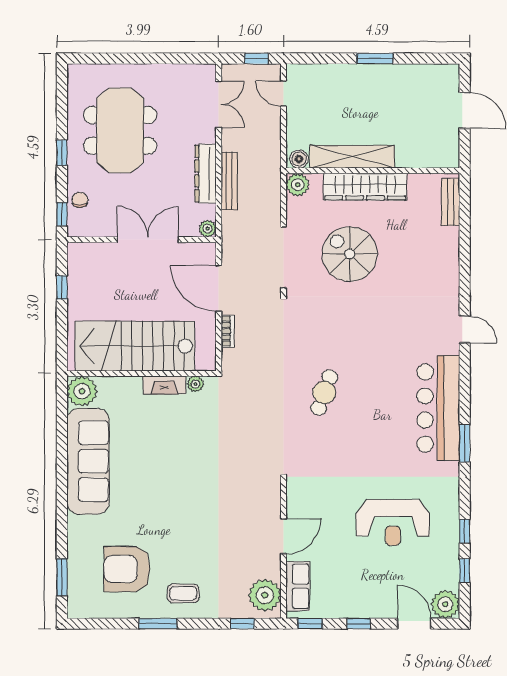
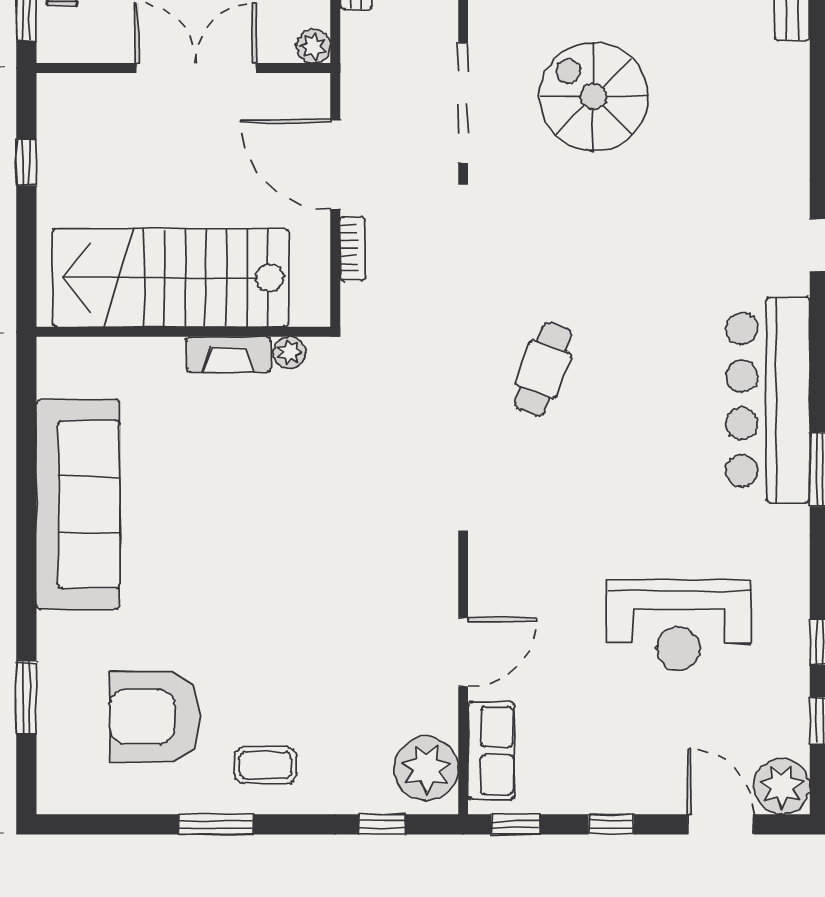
plant: (82, 391) -> (66, 367), removed
window: (62, 577) -> (26, 698), moved

